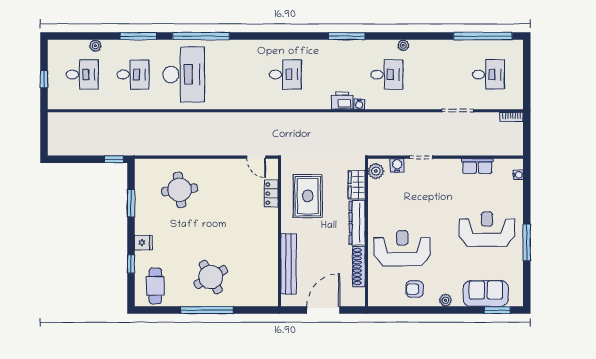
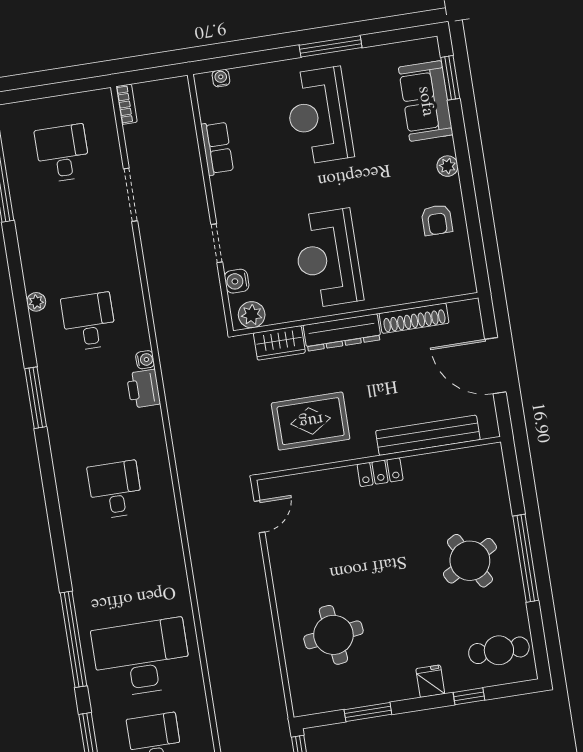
locker: (271, 194) -> (380, 472), moved
reception desk: (402, 248) -> (328, 258), moved

